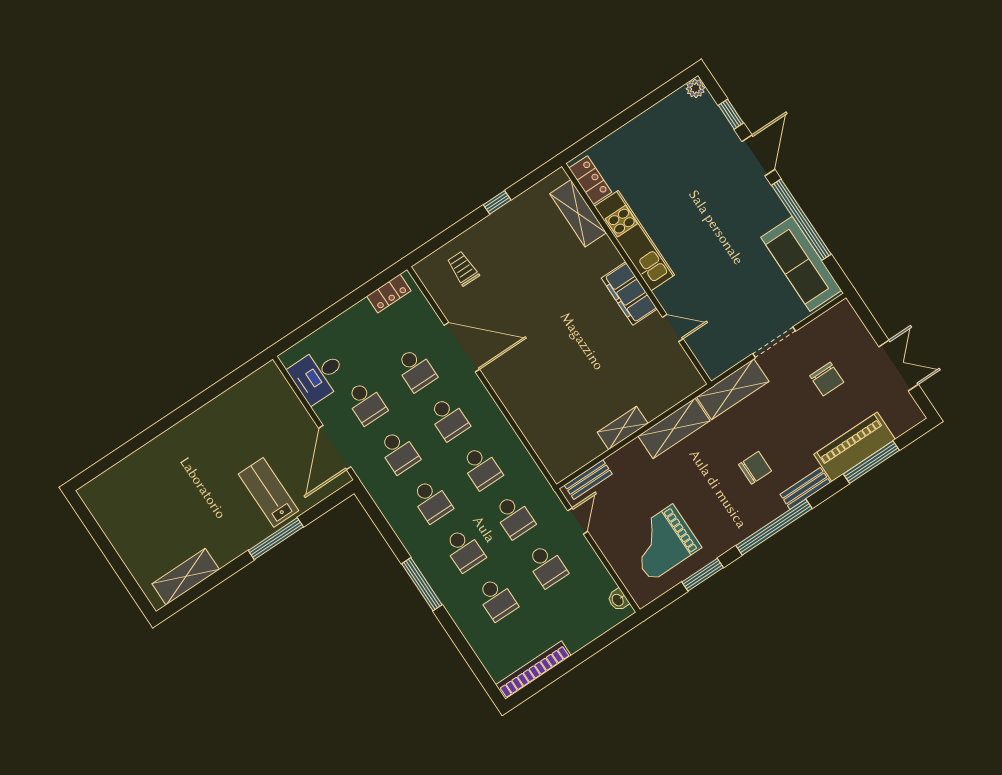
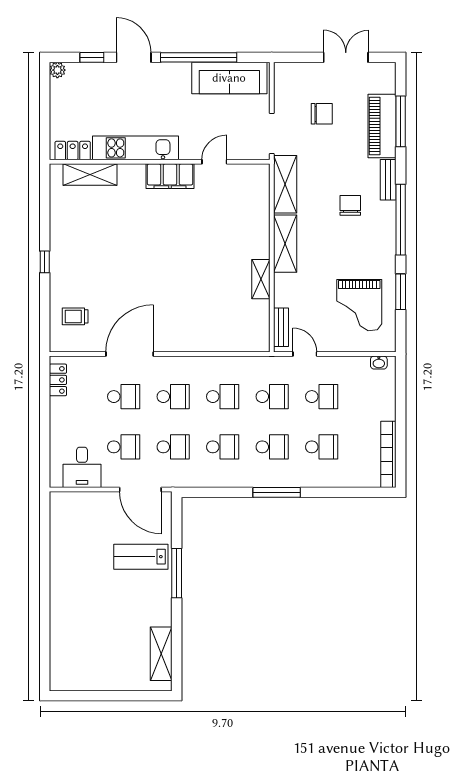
locker: (590, 180) -> (73, 151), moved
shelving: (578, 213) -> (90, 175), moved
kitchen unit: (634, 241) -> (136, 148), moved
wall: (637, 274) -> (160, 162), moved
filing cabinet: (629, 293) -> (170, 176), moved
door: (673, 328) -> (214, 162), moved

